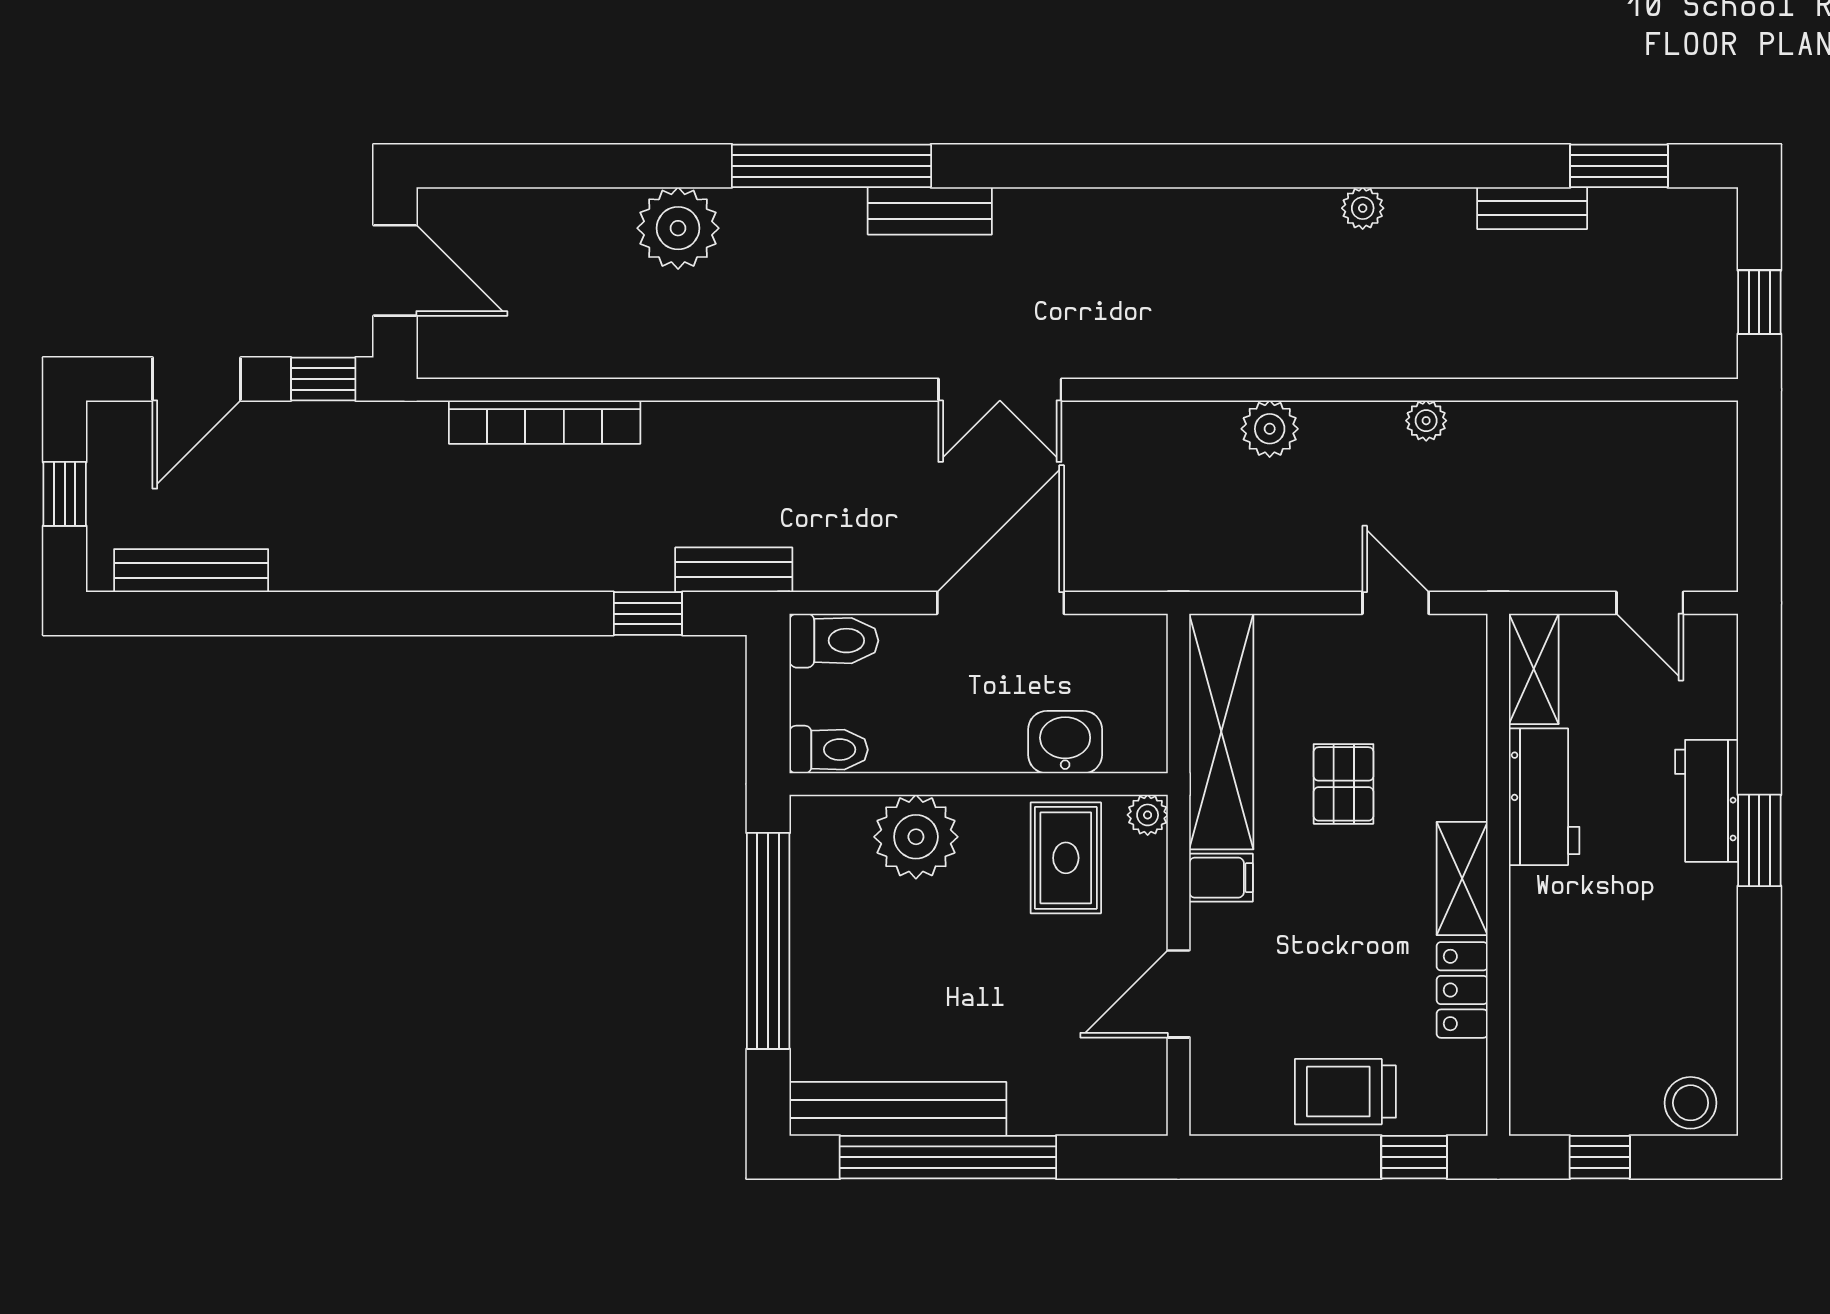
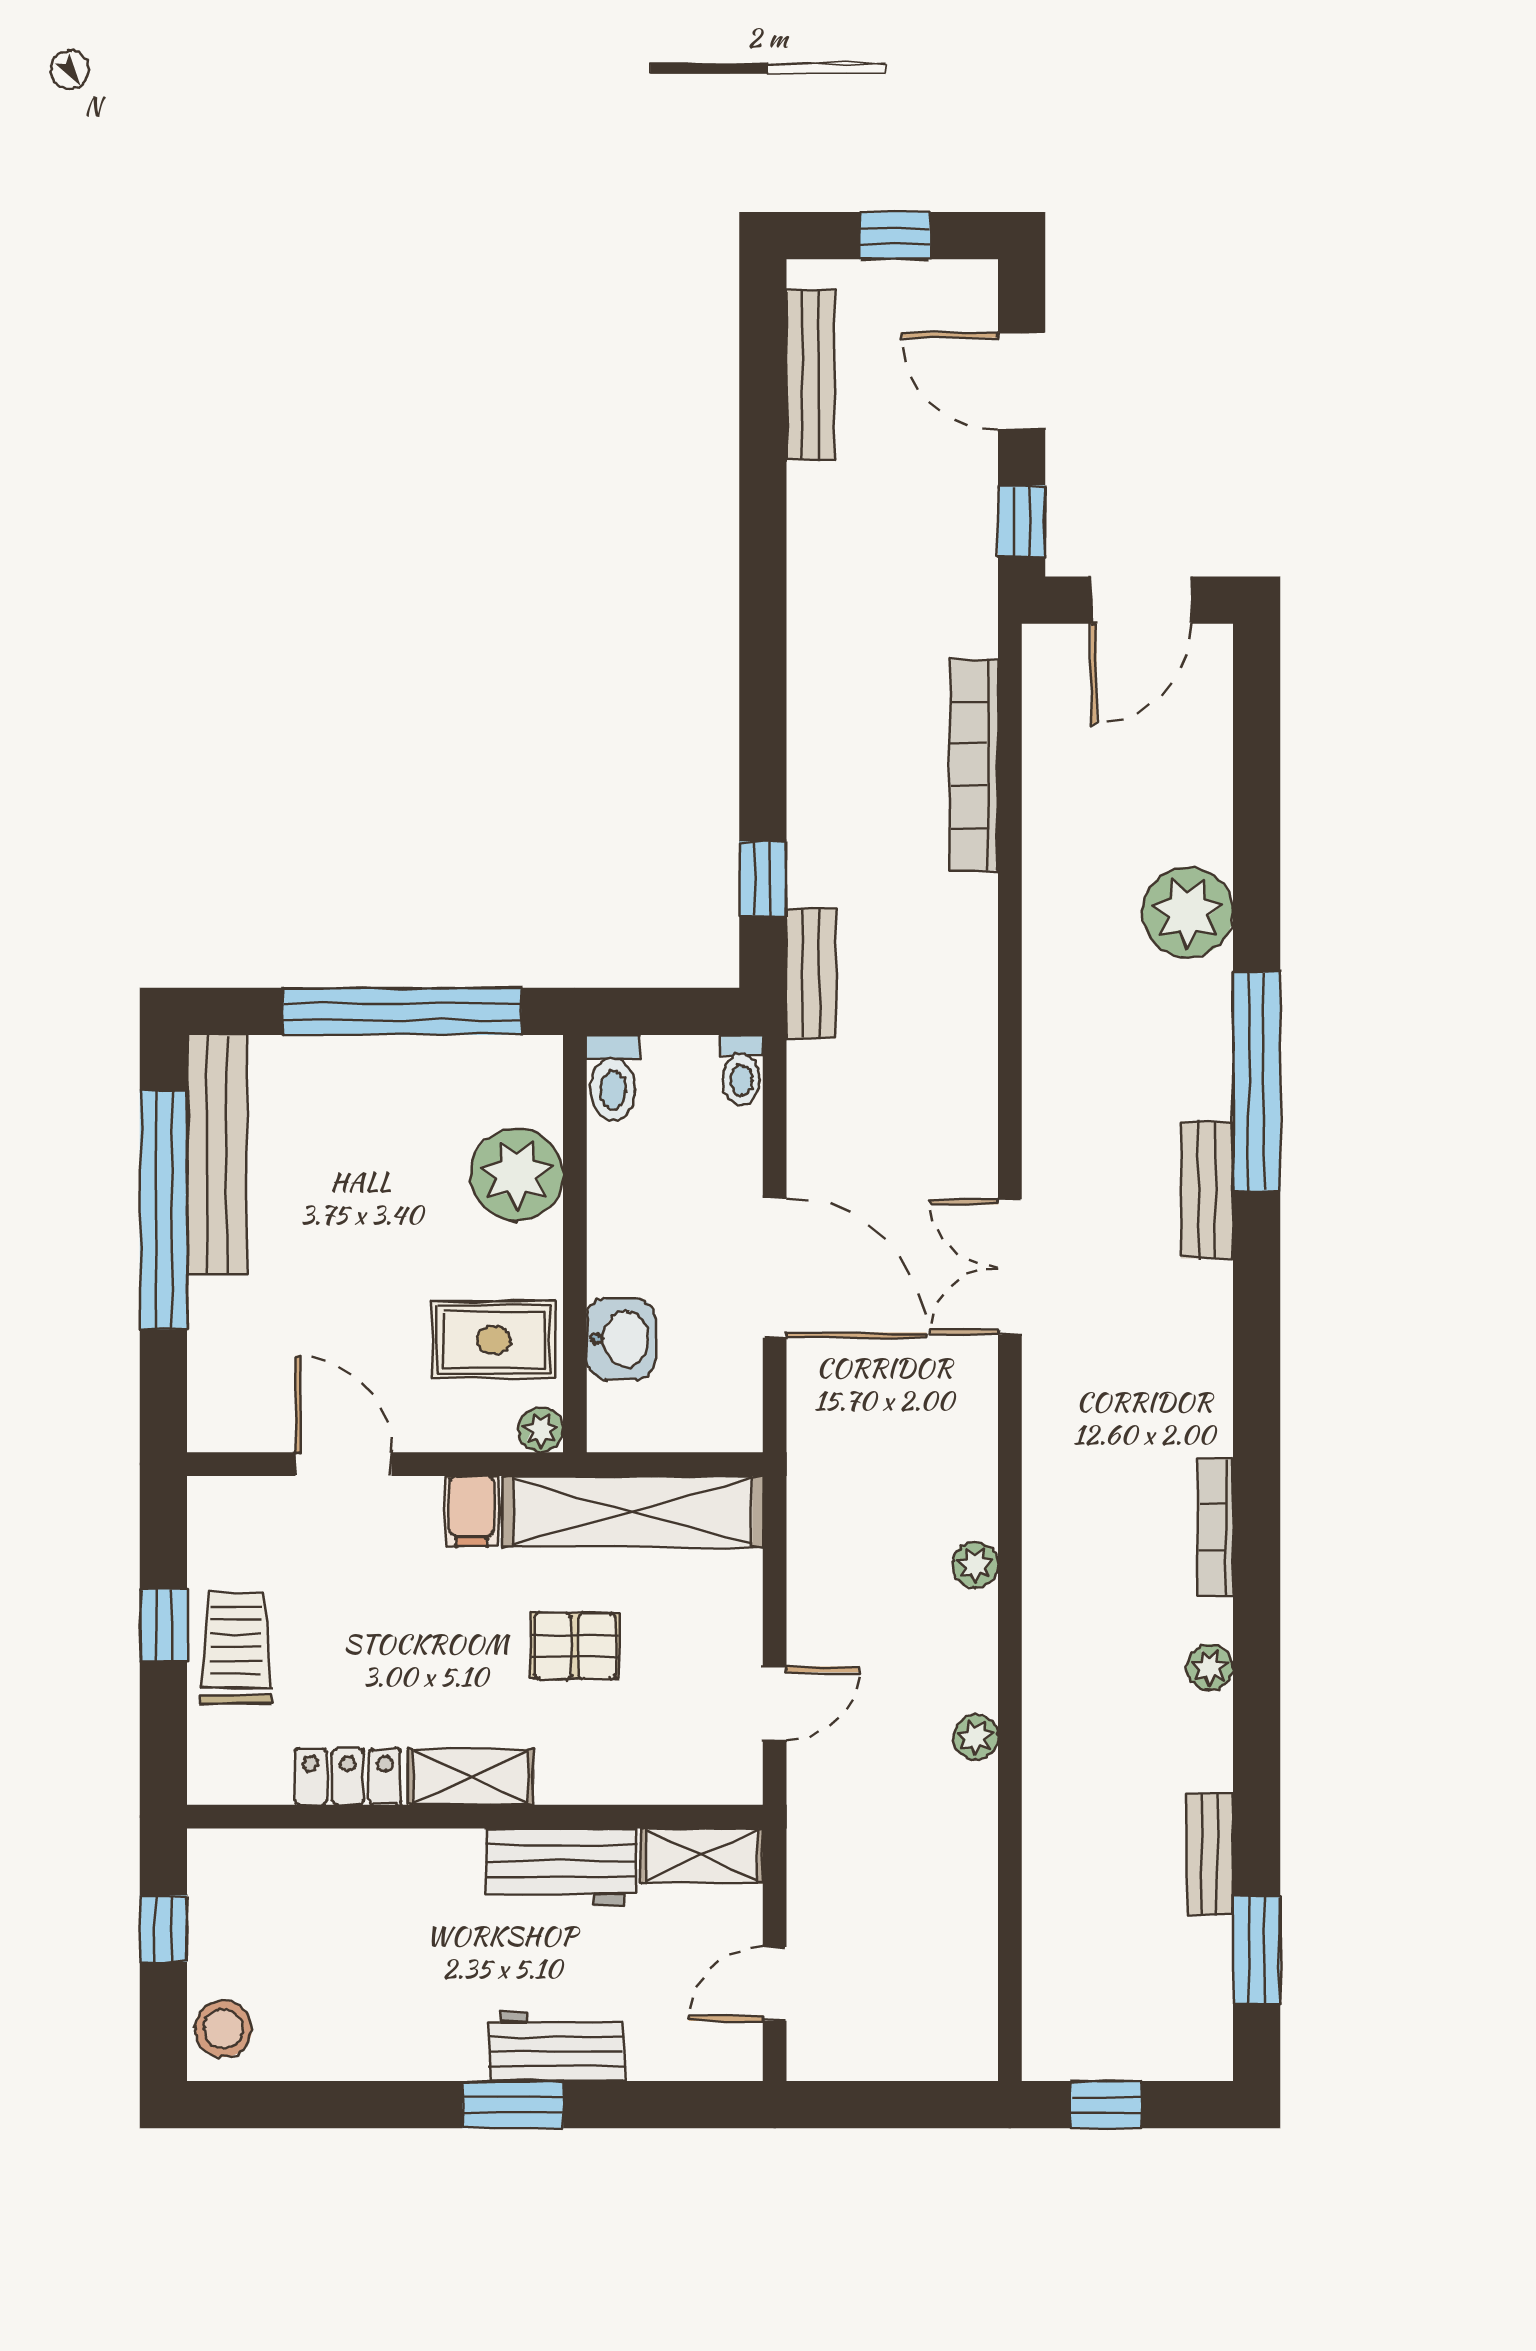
bookcase: (1236, 203) -> (1216, 1527), added
plant: (1270, 429) -> (975, 1565), width x0.73, depth x0.73
toilet: (834, 641) -> (741, 1070), width x0.73, depth x0.72
window: (1414, 1157) -> (163, 1625), moved

